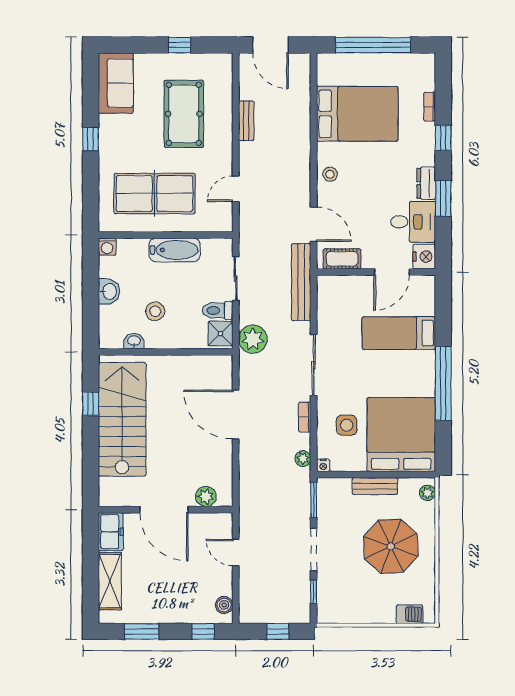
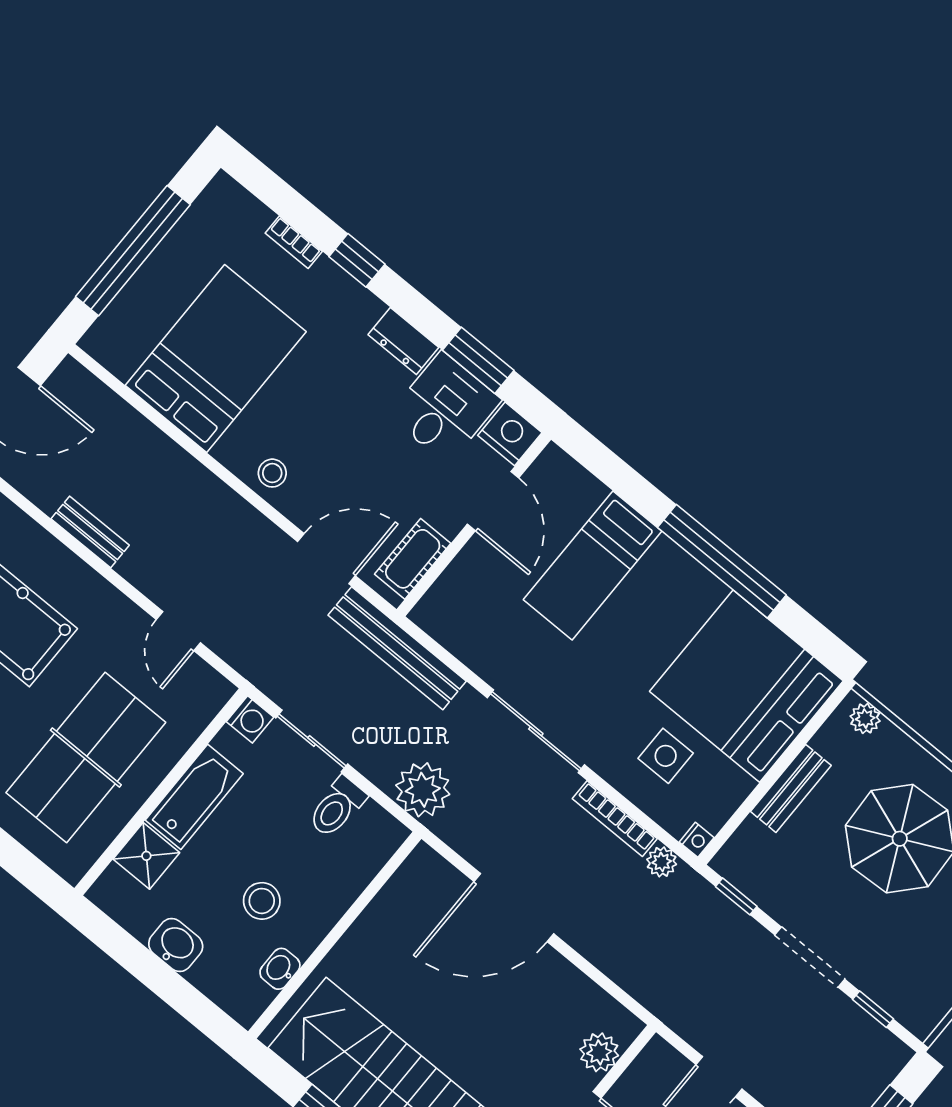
window: (443, 199) -> (478, 360), moved
washing machine: (107, 247) -> (250, 719), moved
shower: (220, 334) -> (146, 856), moved
bookcase: (305, 417) -> (615, 819), width x1.56
window: (314, 500) -> (736, 896), width x0.67

